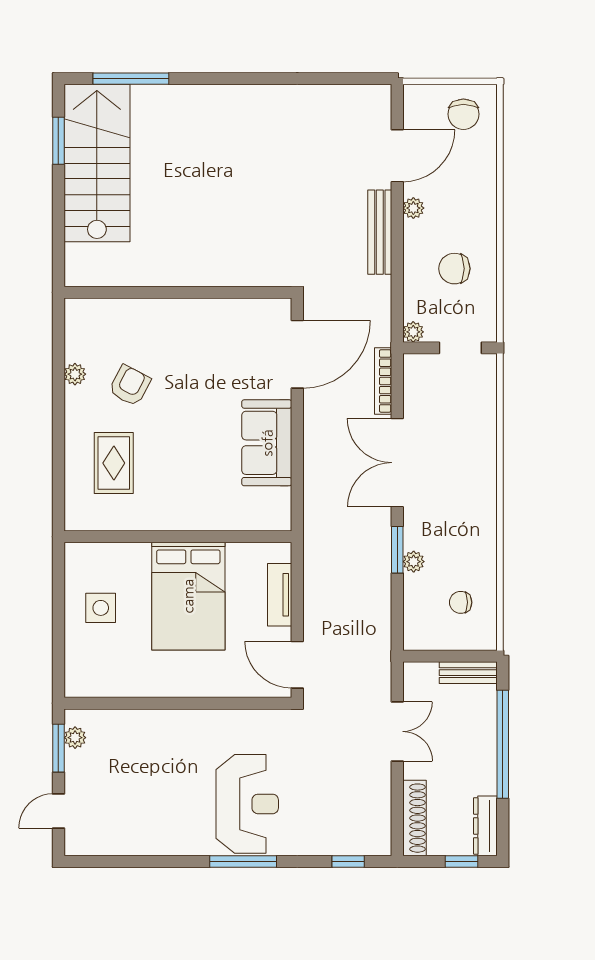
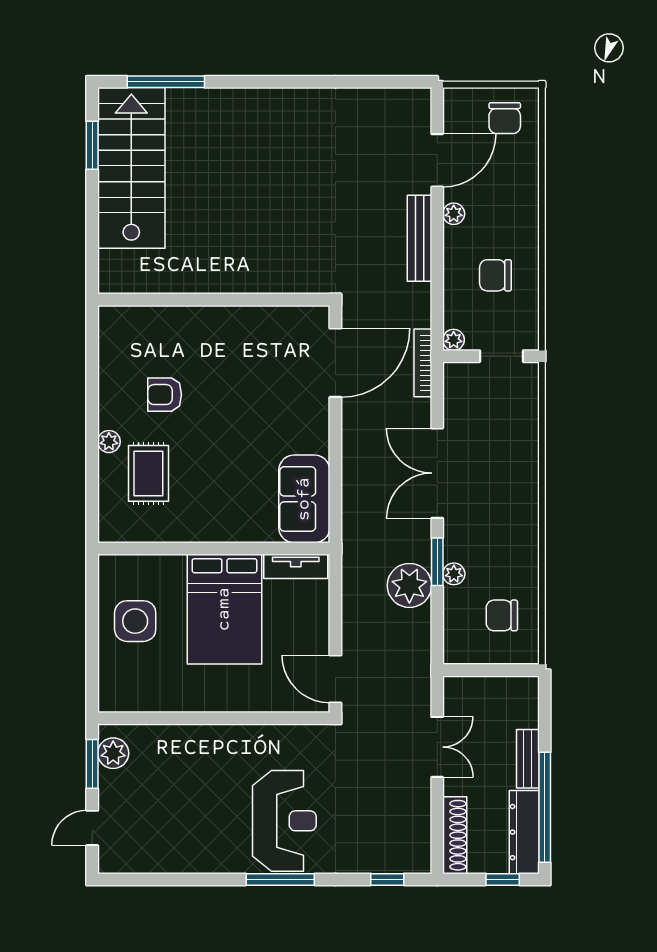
plant: (75, 374) -> (109, 442), moved
bookcase: (383, 381) -> (423, 363), moved
armchair: (130, 386) -> (165, 395), turned -118
sofa: (267, 443) -> (304, 499), moved
plant: (370, 573) -> (409, 585), added
tv unit: (280, 595) -> (296, 566), moved, turned -90
chair: (461, 602) -> (502, 615), width x1.37, depth x1.37
side table: (101, 608) -> (135, 621), width x1.37, depth x1.37
bench: (468, 673) -> (528, 759), moved, turned 90
plant: (75, 738) -> (113, 753), width x1.38, depth x1.38
window: (503, 744) -> (545, 807), moved
dresser: (485, 826) -> (524, 832), width x1.37, depth x1.24

